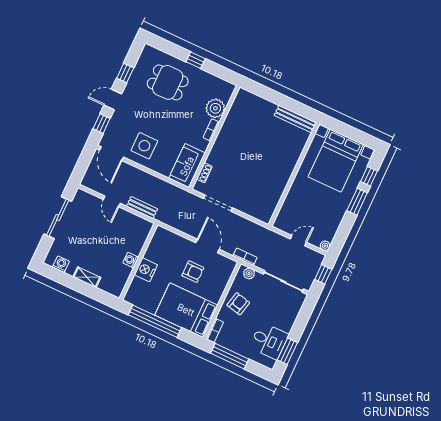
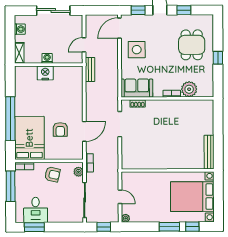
washing machine: (131, 260) -> (47, 58), moved
wall: (138, 262) -> (49, 65), moved
nightstand: (146, 270) -> (45, 73), moved

